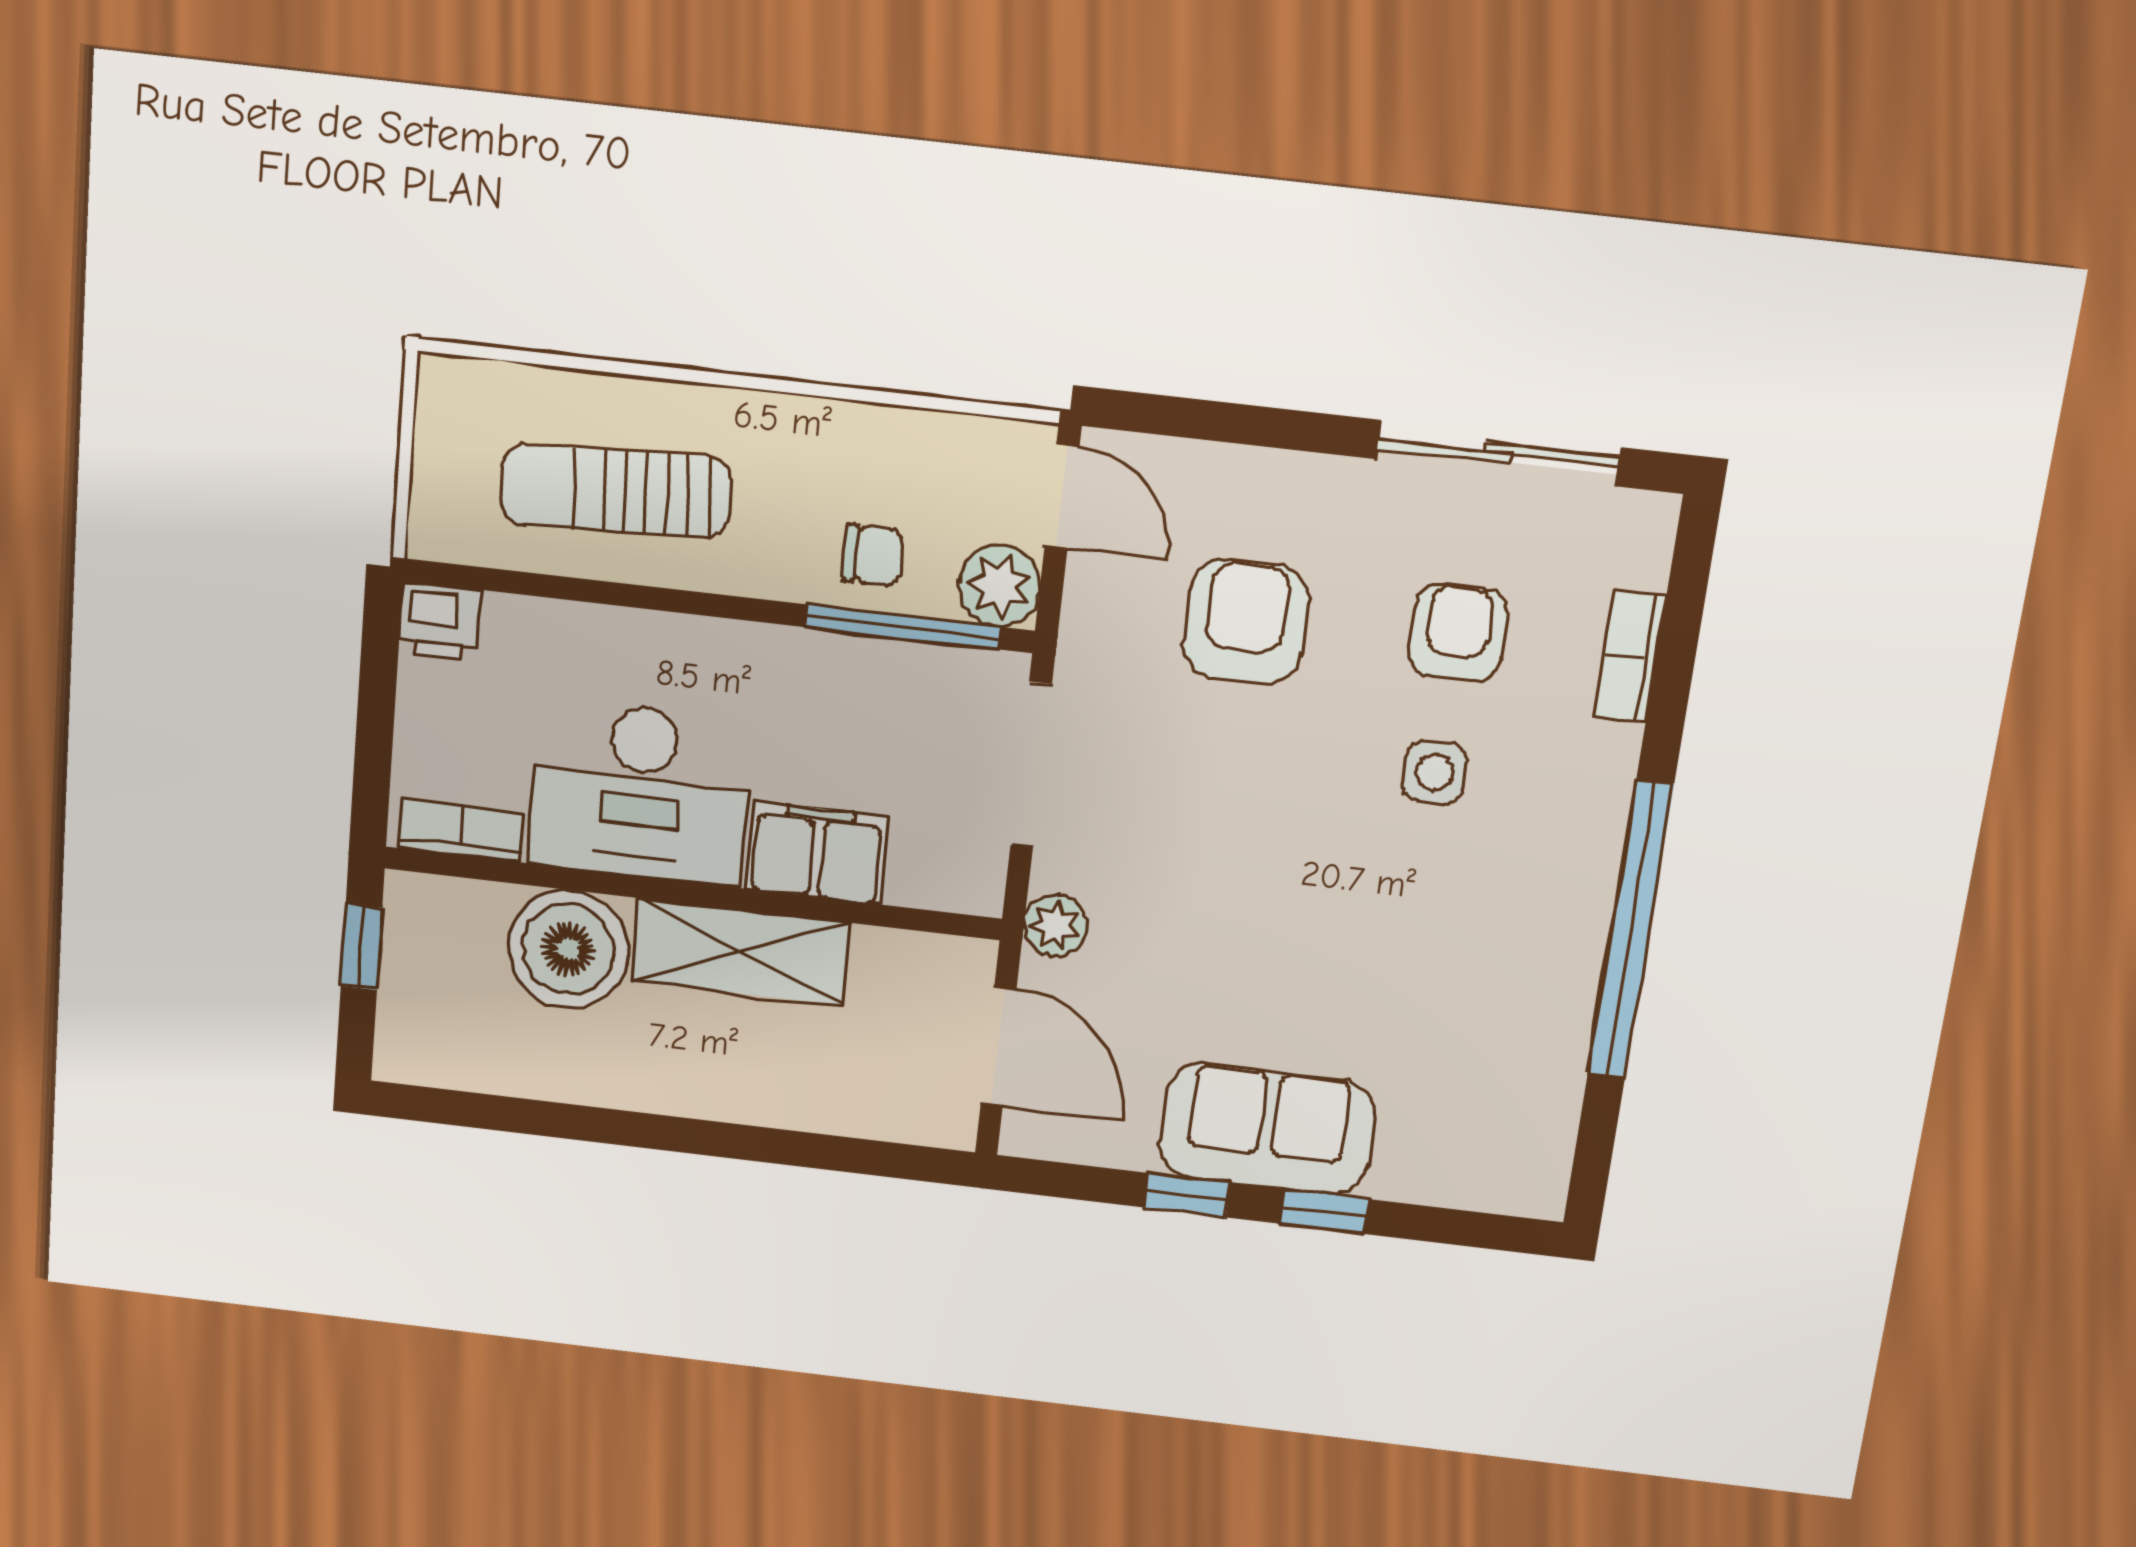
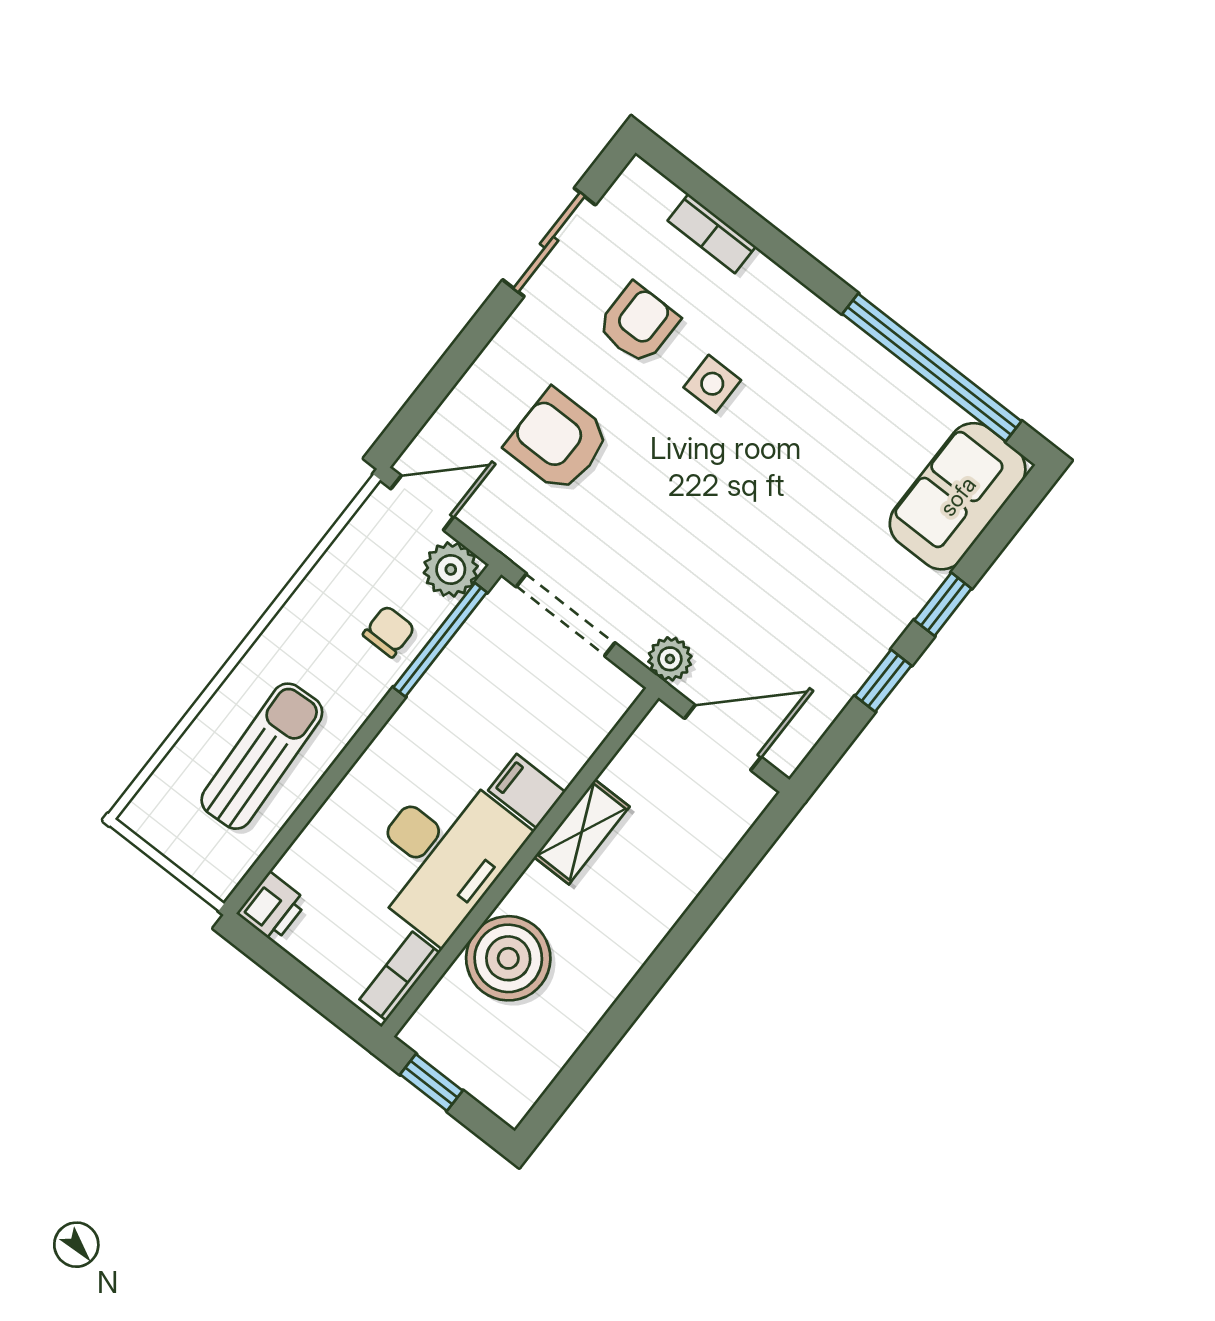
sliding door: (1499, 453) -> (549, 242), width x0.73
sun lounger: (616, 491) -> (262, 756), turned 180
armchair: (1458, 633) -> (638, 323), turned 90
filing cabinet: (817, 853) -> (527, 791), width x0.50
window: (1630, 930) -> (932, 368), moved
shelving: (741, 952) -> (582, 832), width x0.67, depth x0.75
sofa: (1267, 1129) -> (958, 496), moved

